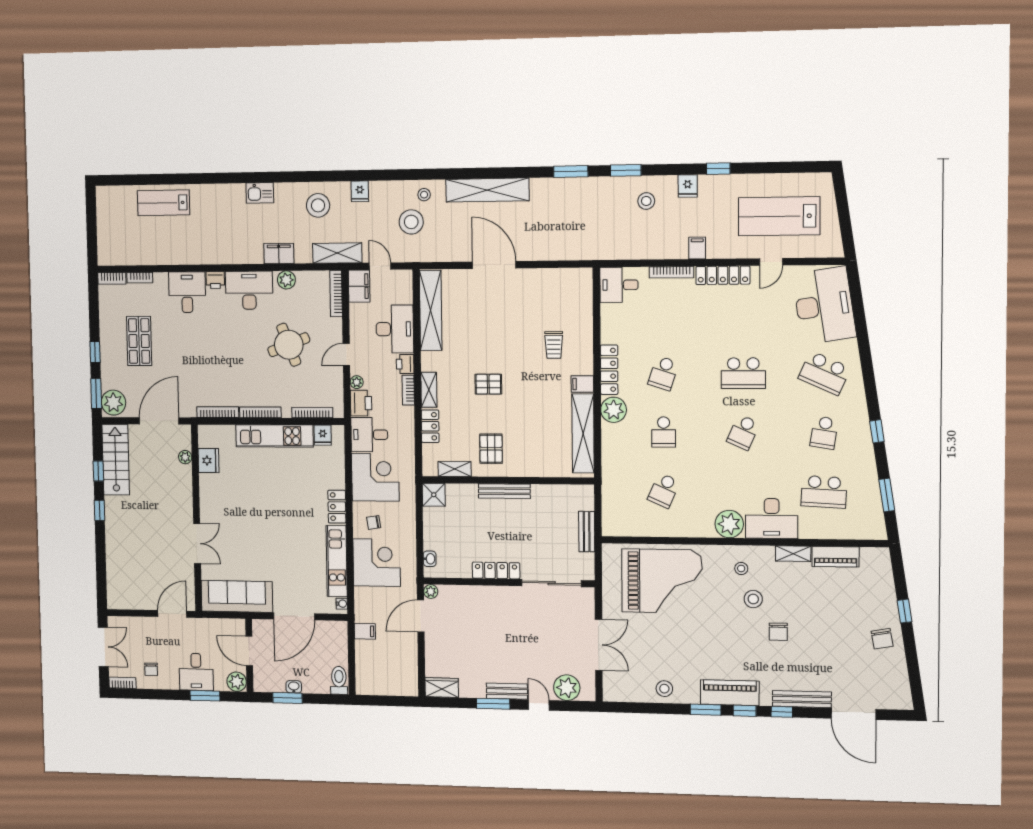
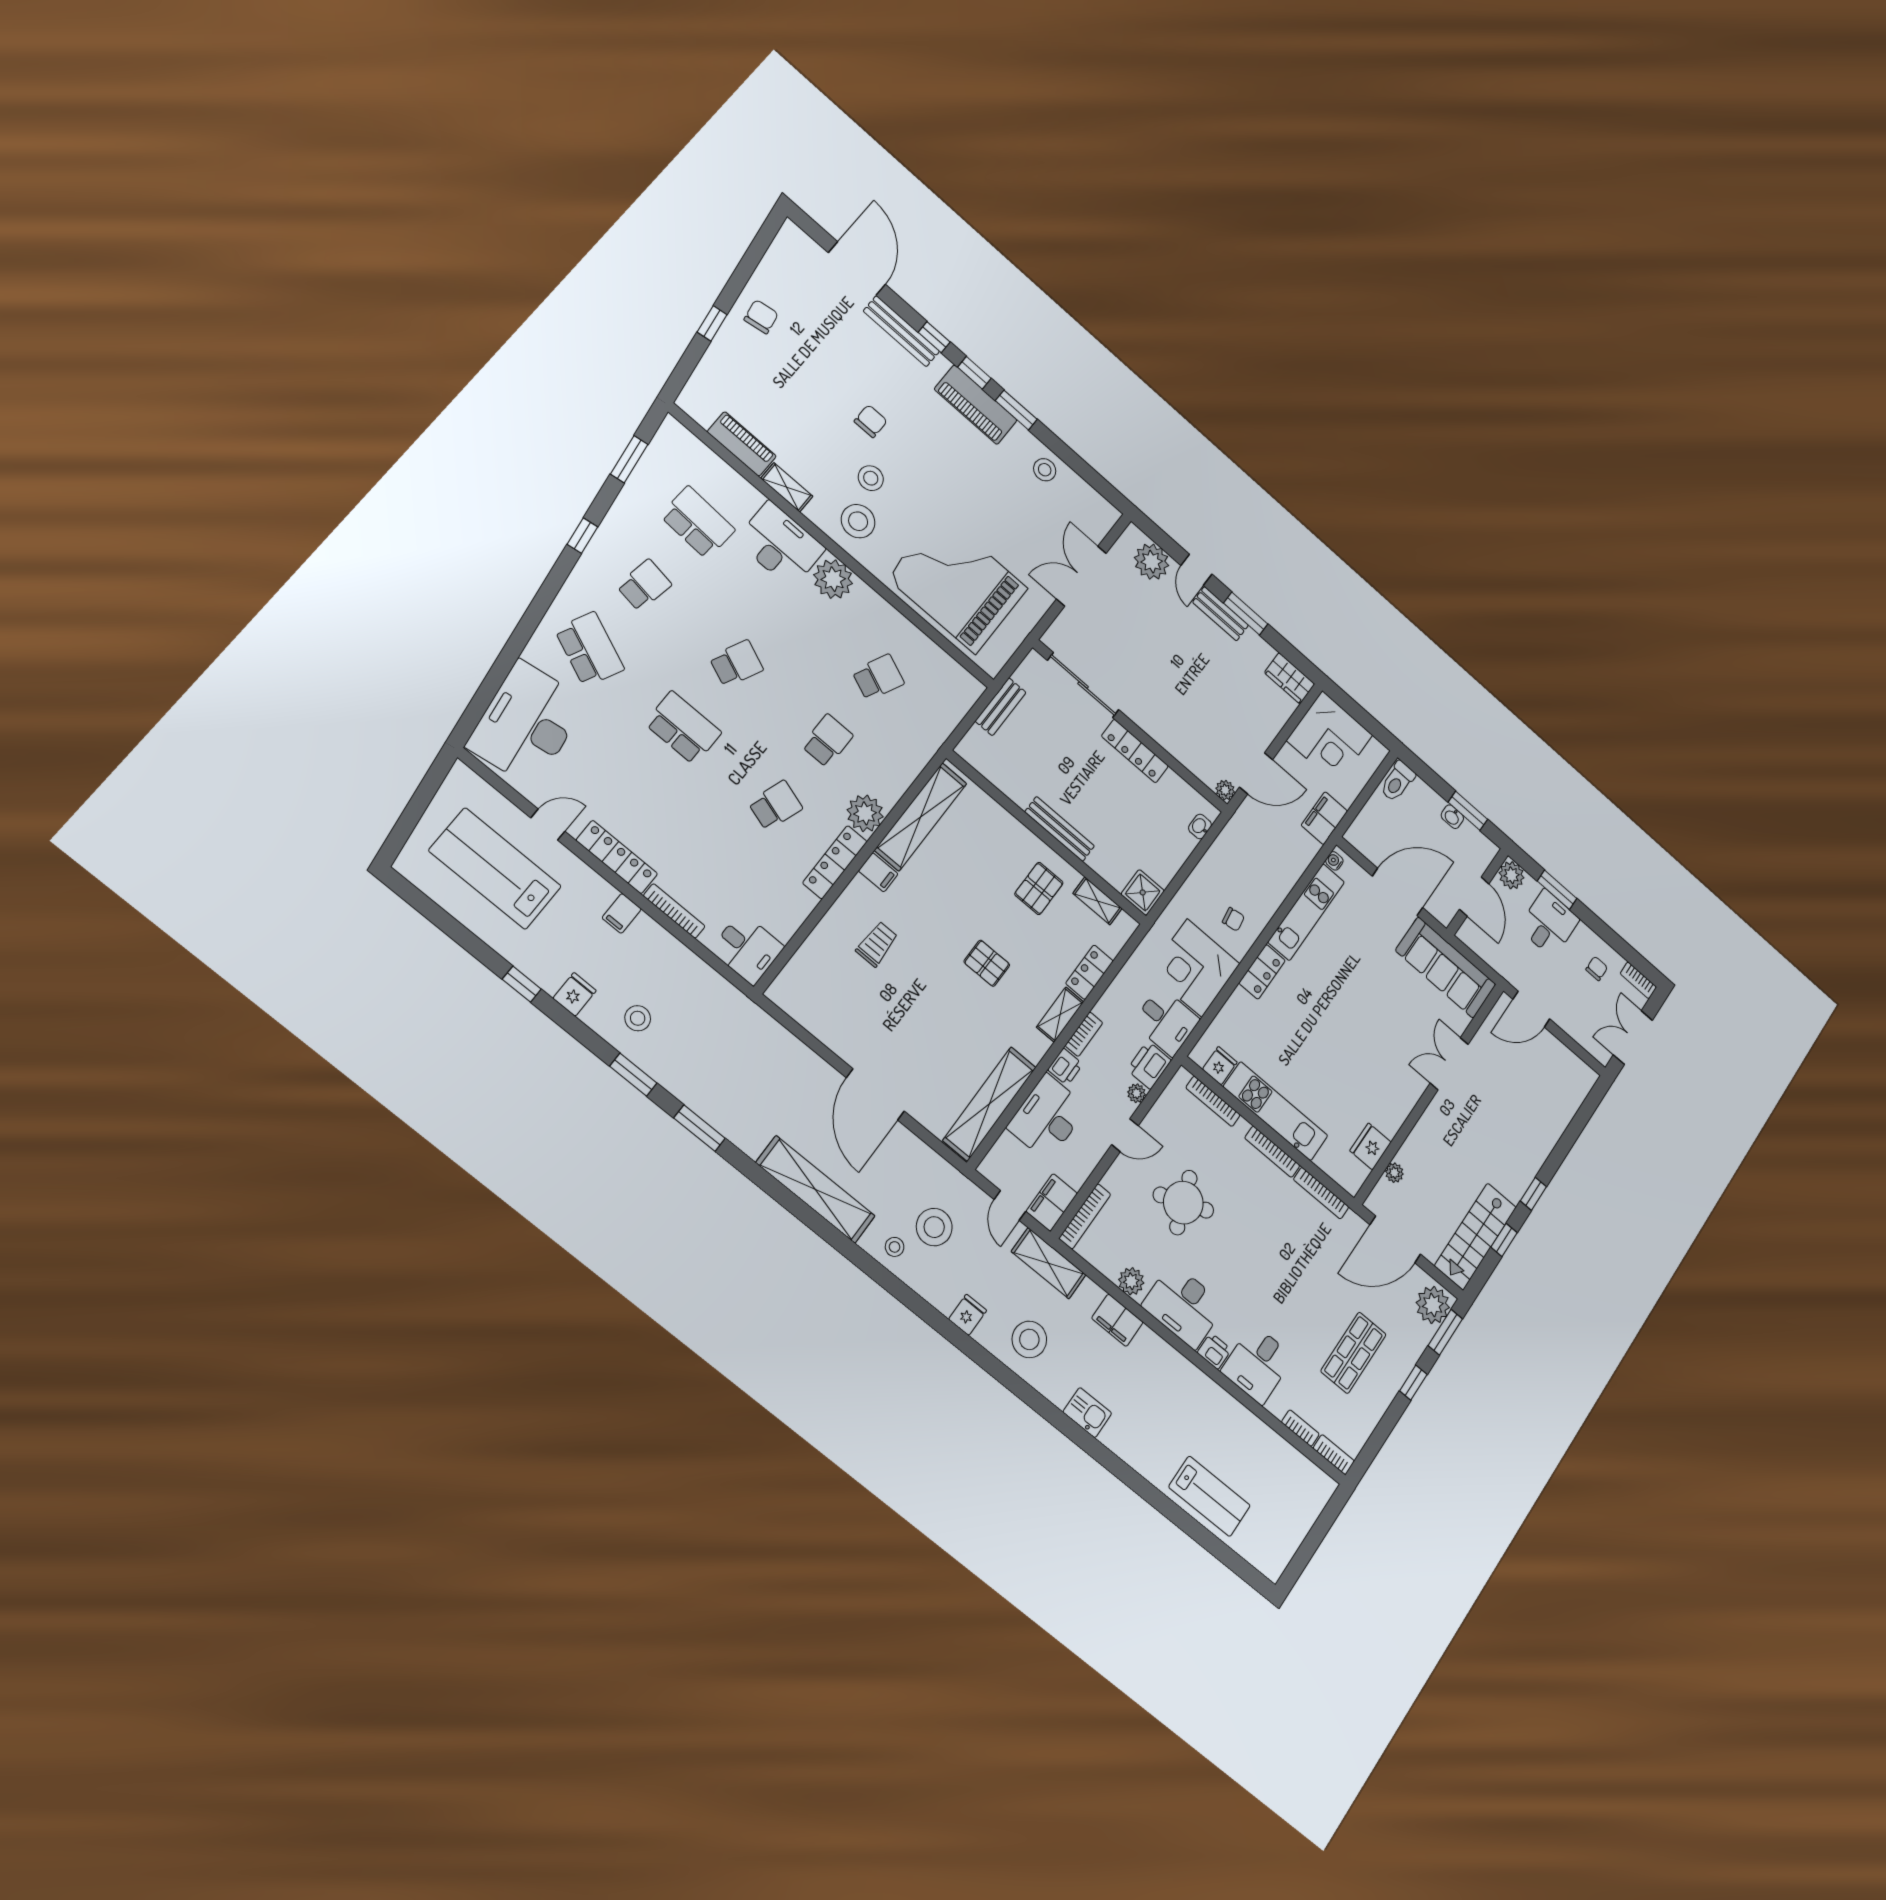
lab bench: (779, 216) -> (495, 869), turned 180
corner desk: (377, 563) -> (1330, 738), moved, turned -90
stool: (741, 568) -> (858, 521), width x1.89, depth x1.89
filing cabinet: (365, 631) -> (1324, 818), width x2.00

